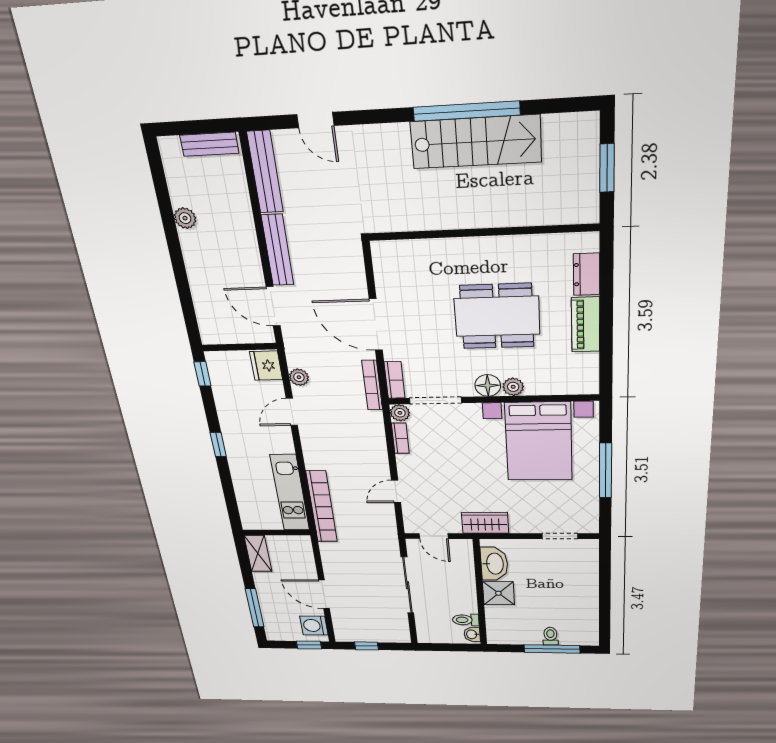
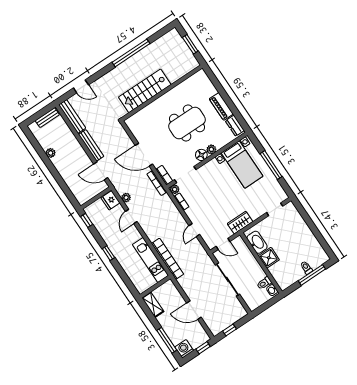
stairs: (476, 142) -> (145, 91), moved, turned 180
dresser: (587, 274) -> (235, 126), moved
bed with nightstands: (539, 442) -> (242, 165), width x0.73
washing machine: (314, 626) -> (184, 349), moved, turned 90

